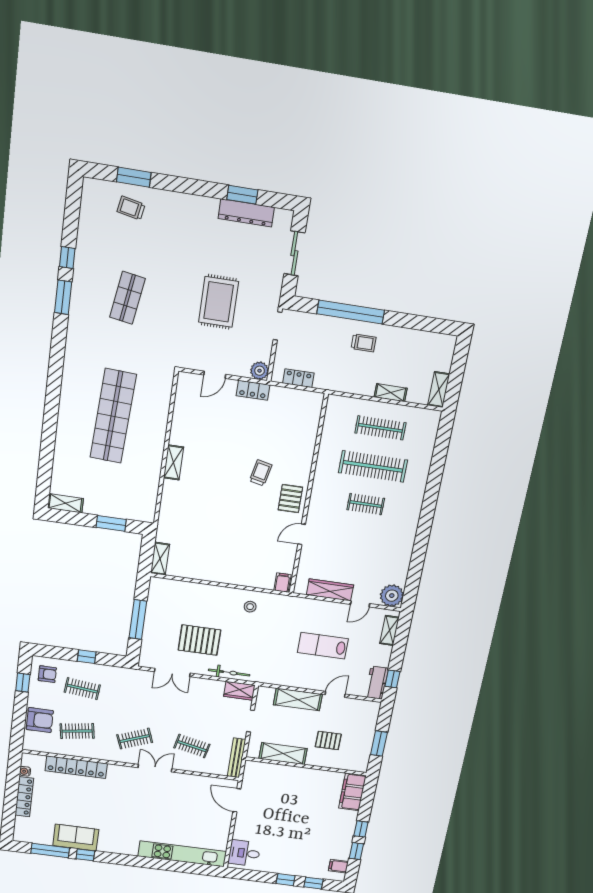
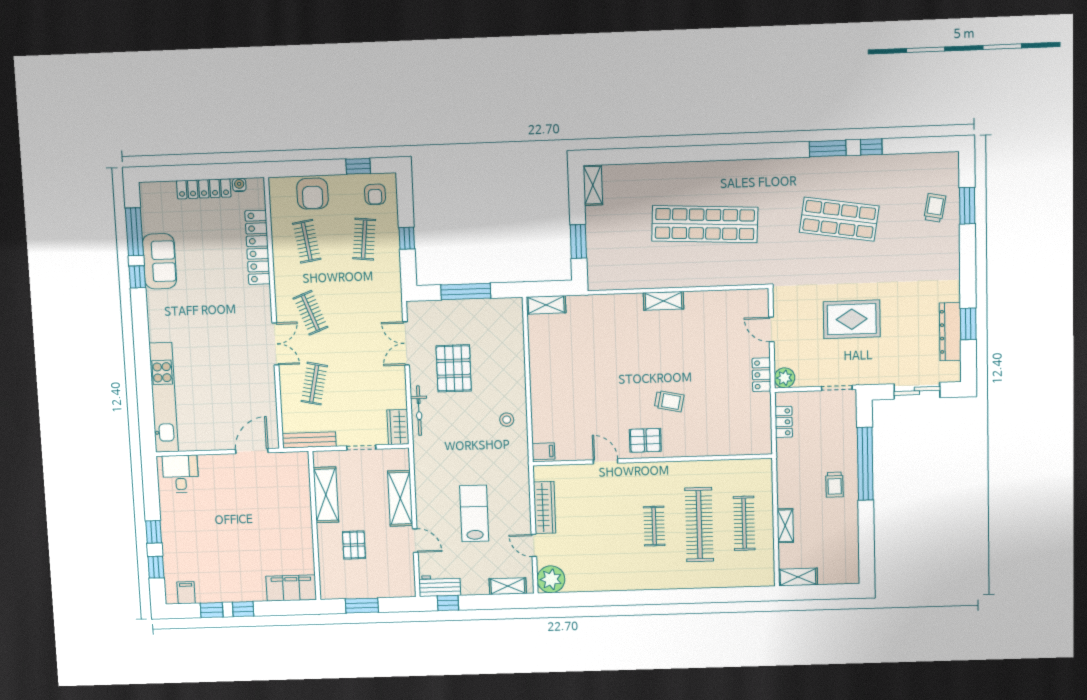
shop shelf: (127, 298) -> (839, 219), width x1.43, depth x1.36

